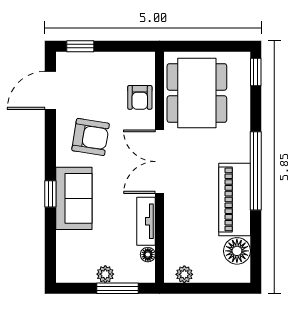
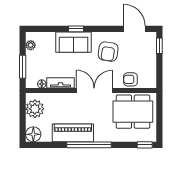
floor lamp: (237, 251) -> (33, 134), moved
plant: (105, 274) -> (31, 45), moved
plant: (184, 274) -> (35, 109), width x1.87, depth x1.87

